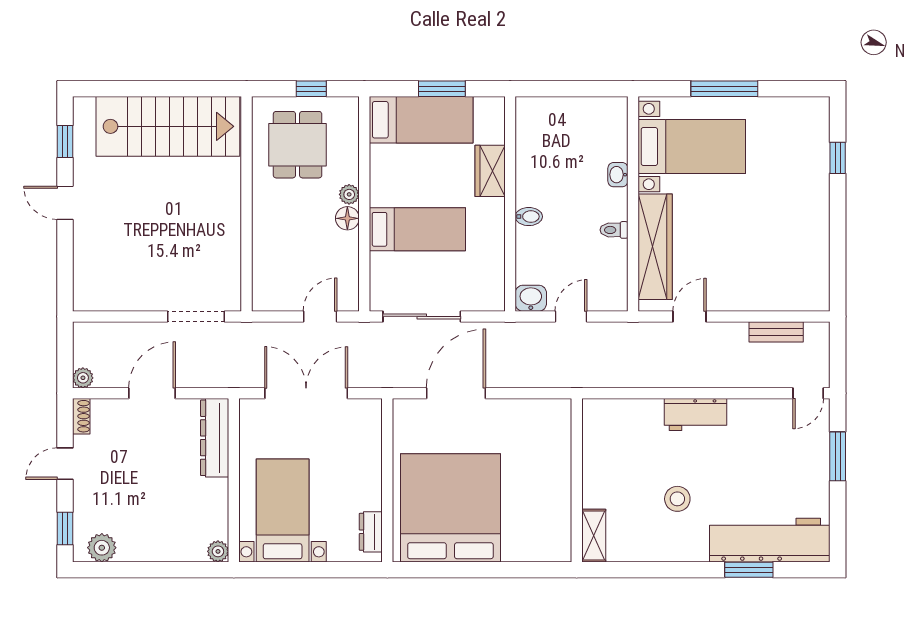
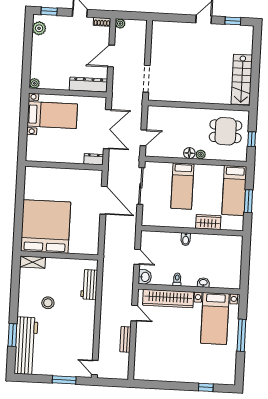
stairs: (168, 126) -> (242, 79), width x0.73, depth x0.66
washbasin: (531, 298) -> (145, 277), moved
door: (320, 316) -> (143, 138), hinge flipped
bench: (776, 332) -> (125, 339), moved
door: (152, 393) -> (111, 56), swing flipped
workbench: (695, 414) -> (89, 285), moved
bed: (450, 508) -> (46, 226), moved, turned -90
dresser: (371, 532) -> (94, 159), moved

